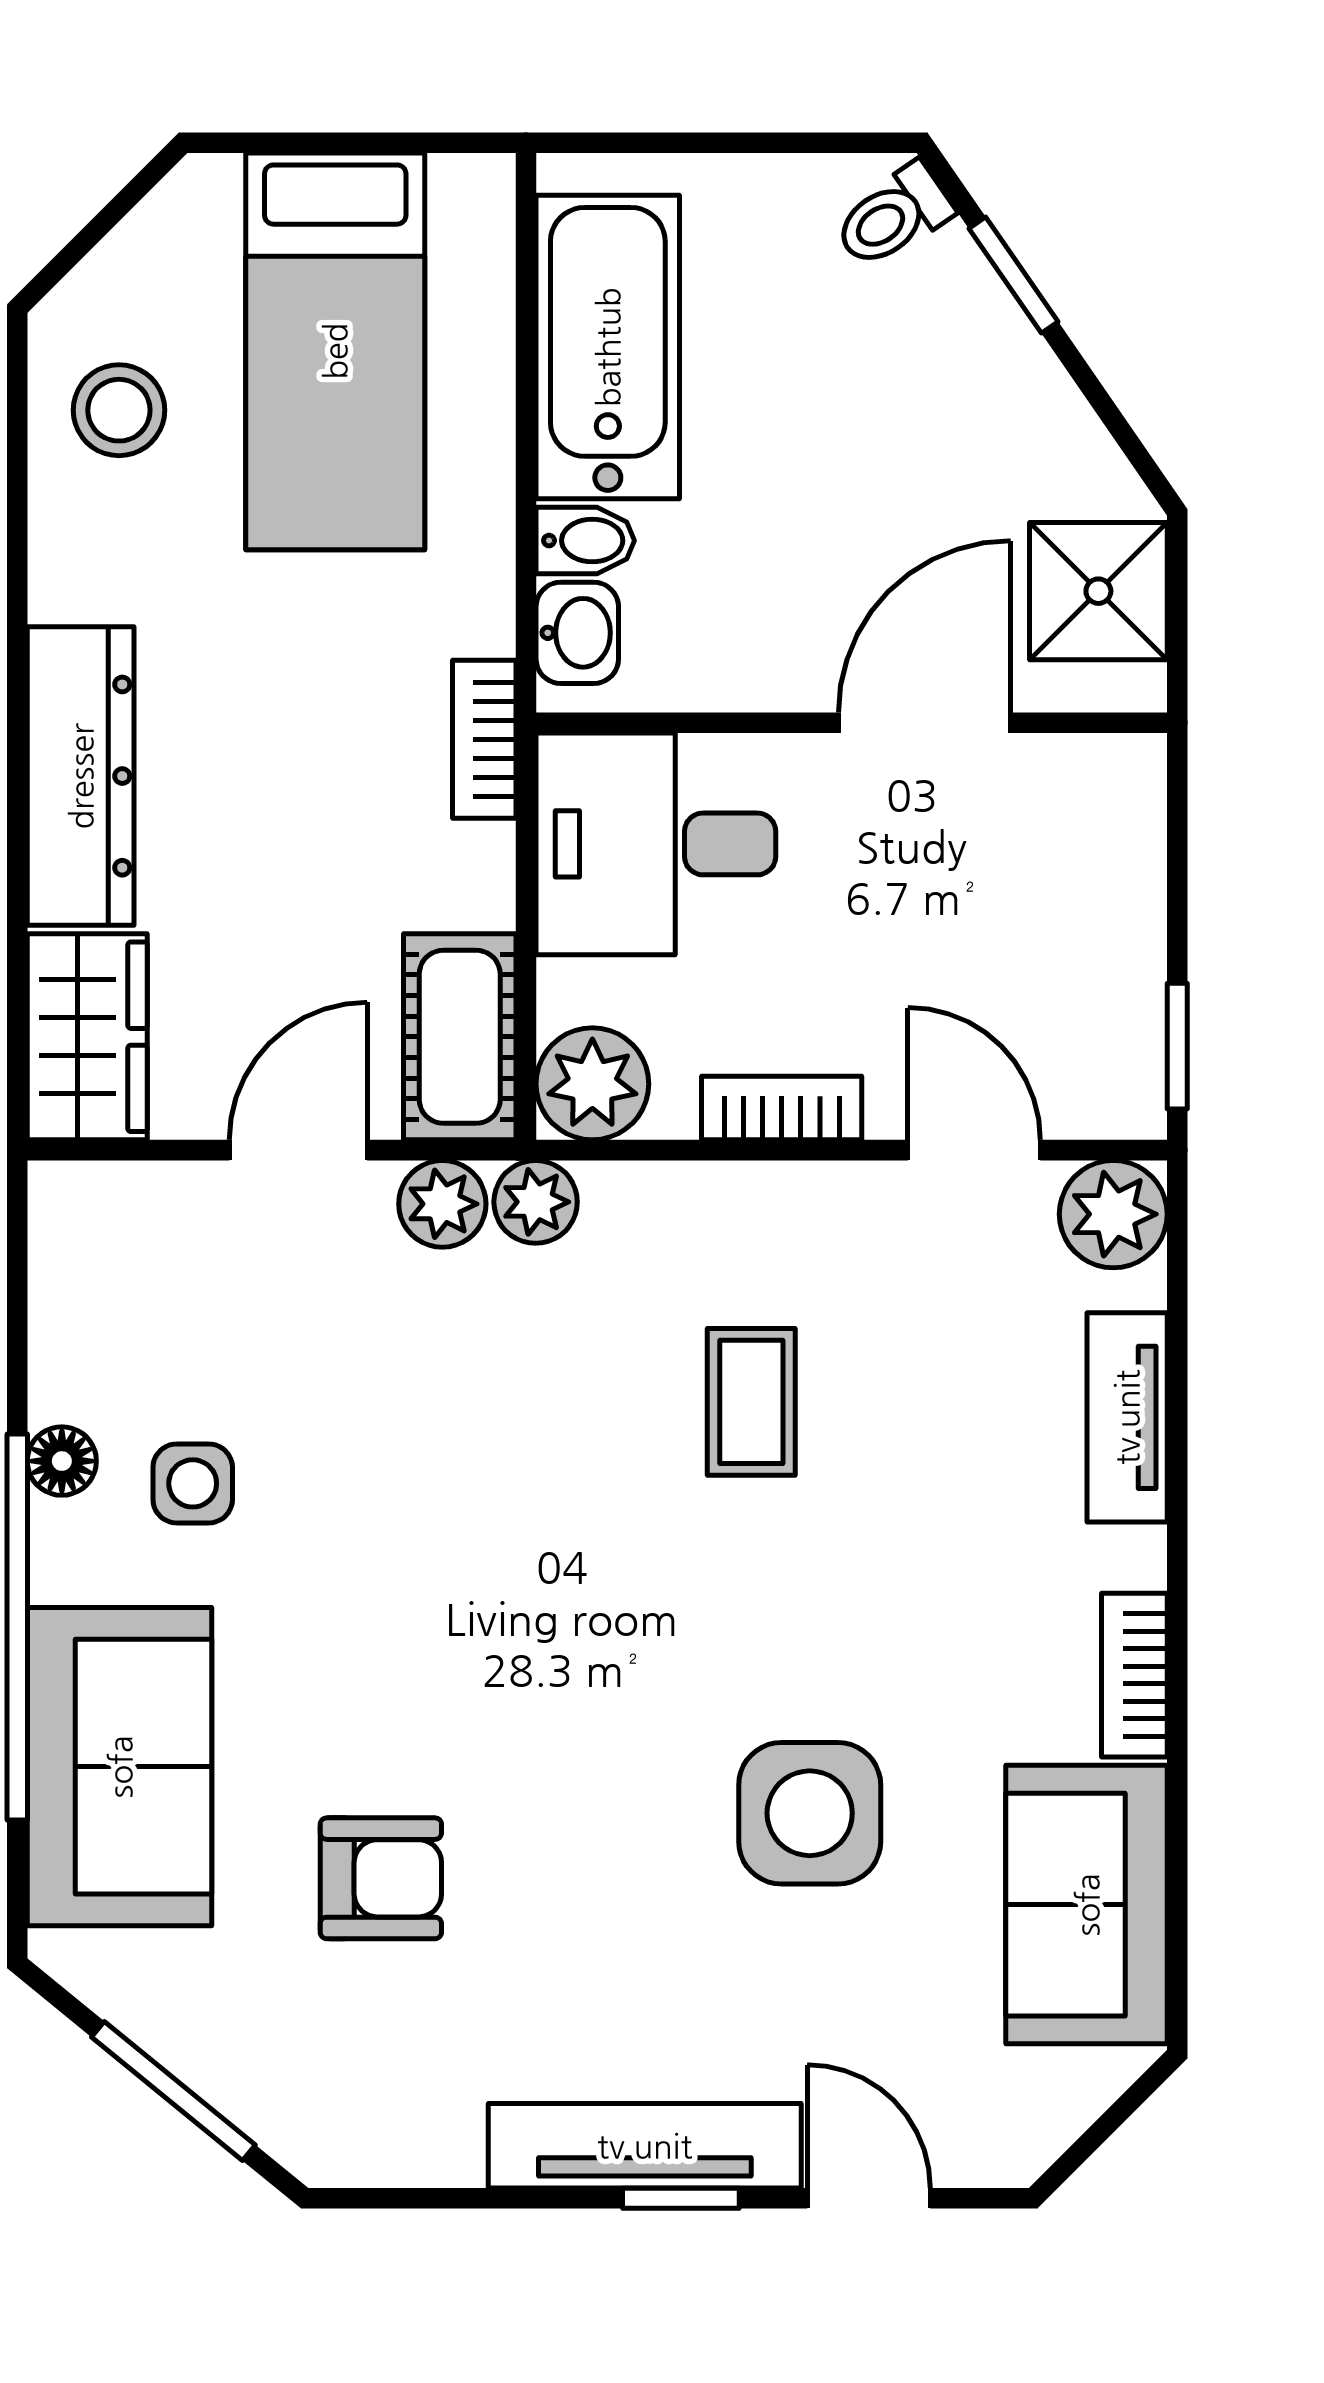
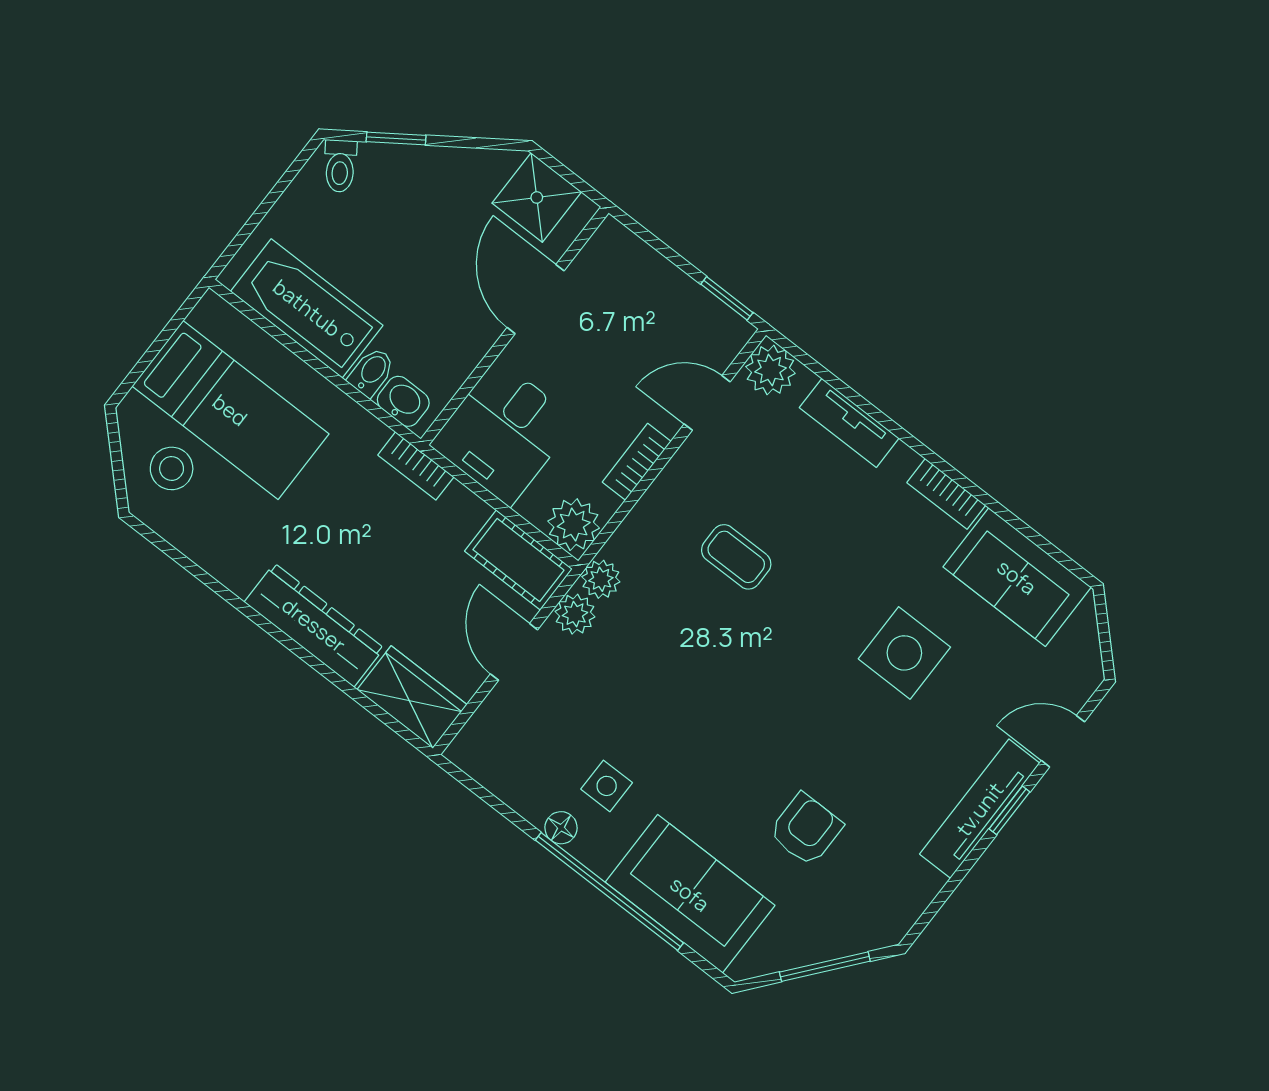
stool: (119, 410) -> (172, 468), moved

